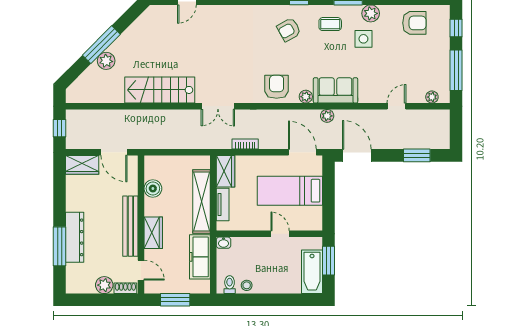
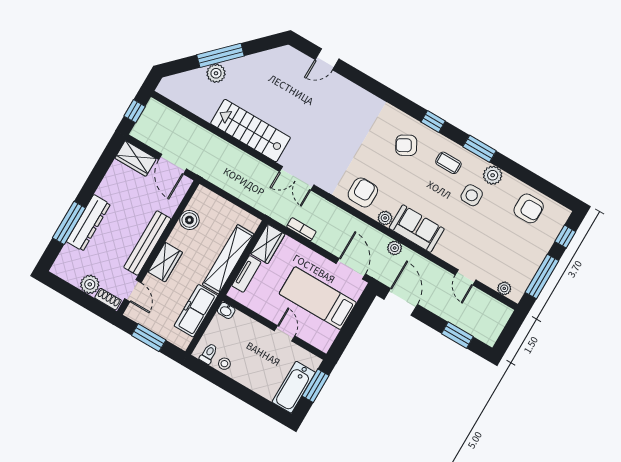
door: (396, 106) -> (466, 277), swing flipped

